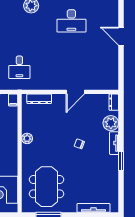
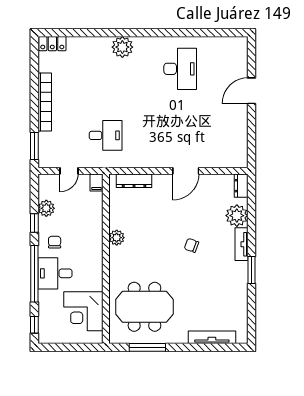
desk: (71, 21) -> (180, 69), turned -90
door: (121, 36) -> (251, 91), hinge flipped
desk: (19, 67) -> (106, 135), turned -90
meeting table: (46, 187) -> (144, 307), turned 90

